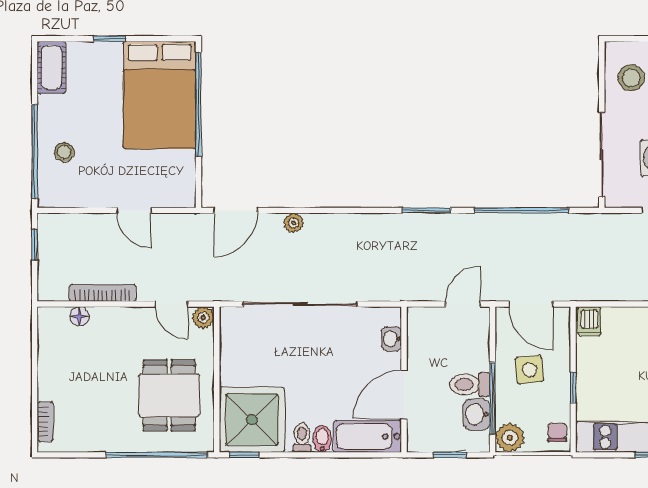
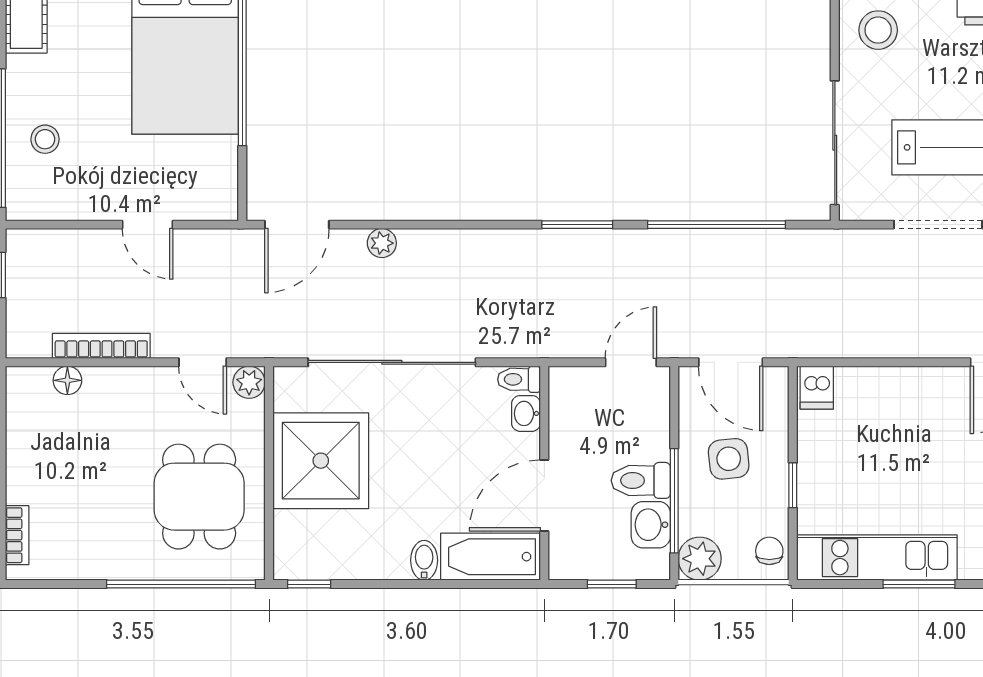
shower: (252, 420) -> (321, 461), moved
toilet: (302, 438) -> (519, 379), moved, turned -90

